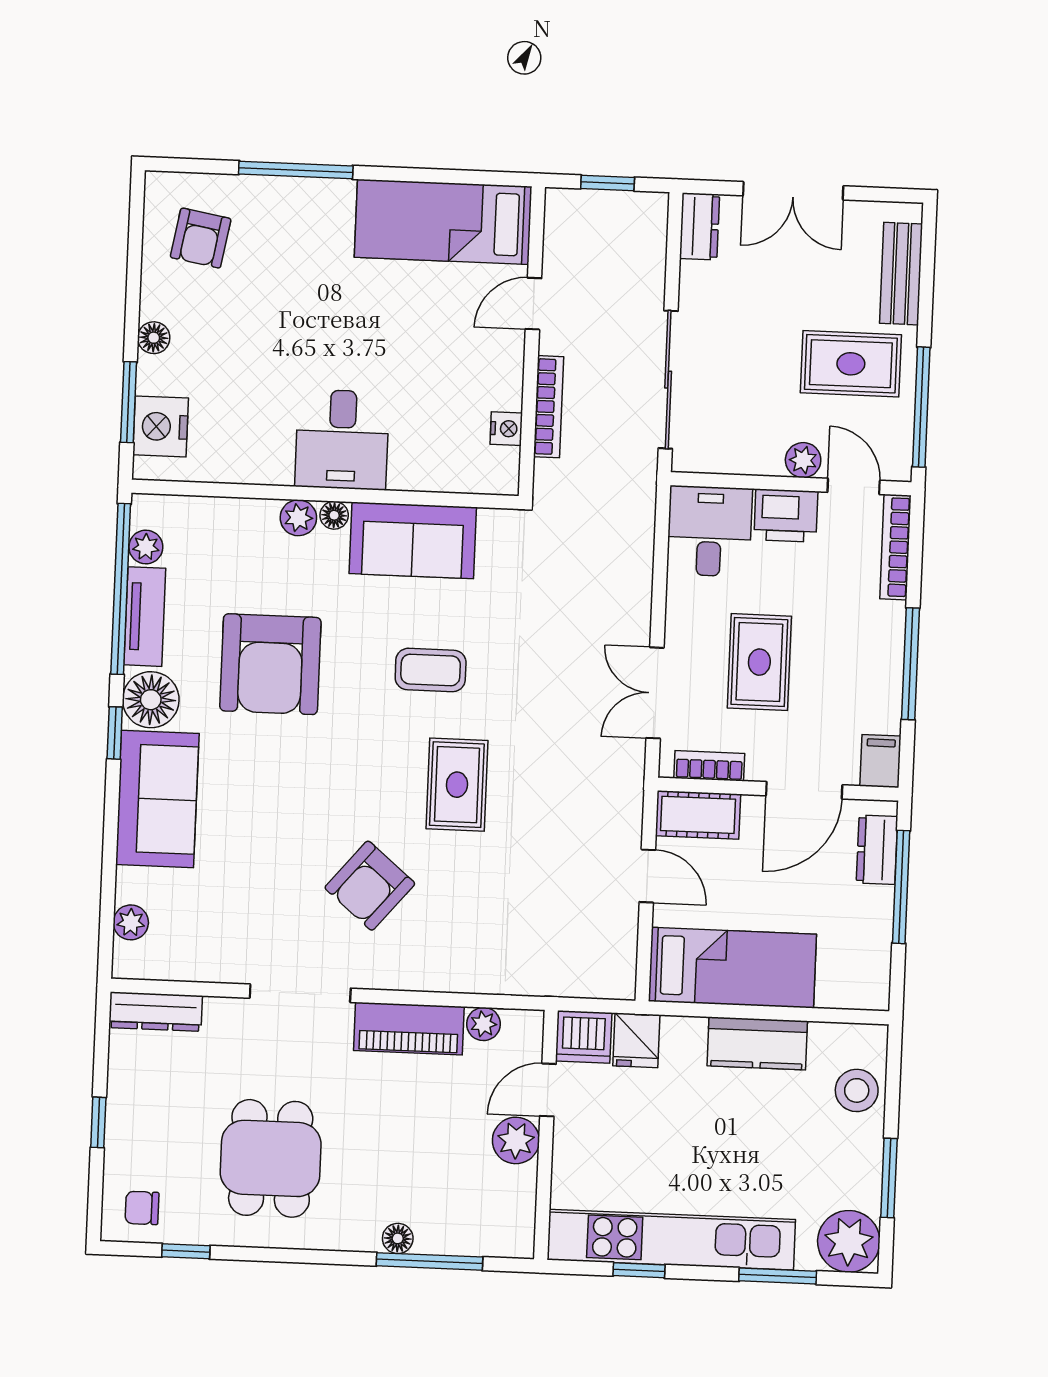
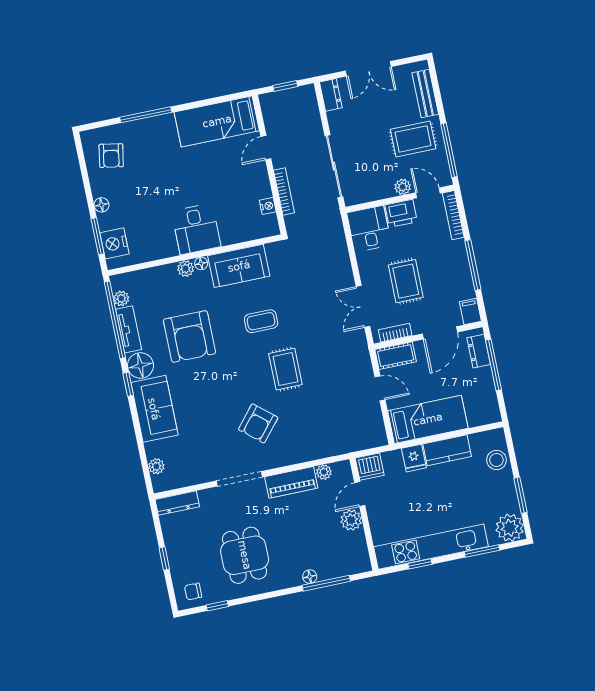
fridge: (636, 1040) -> (414, 458), moved

